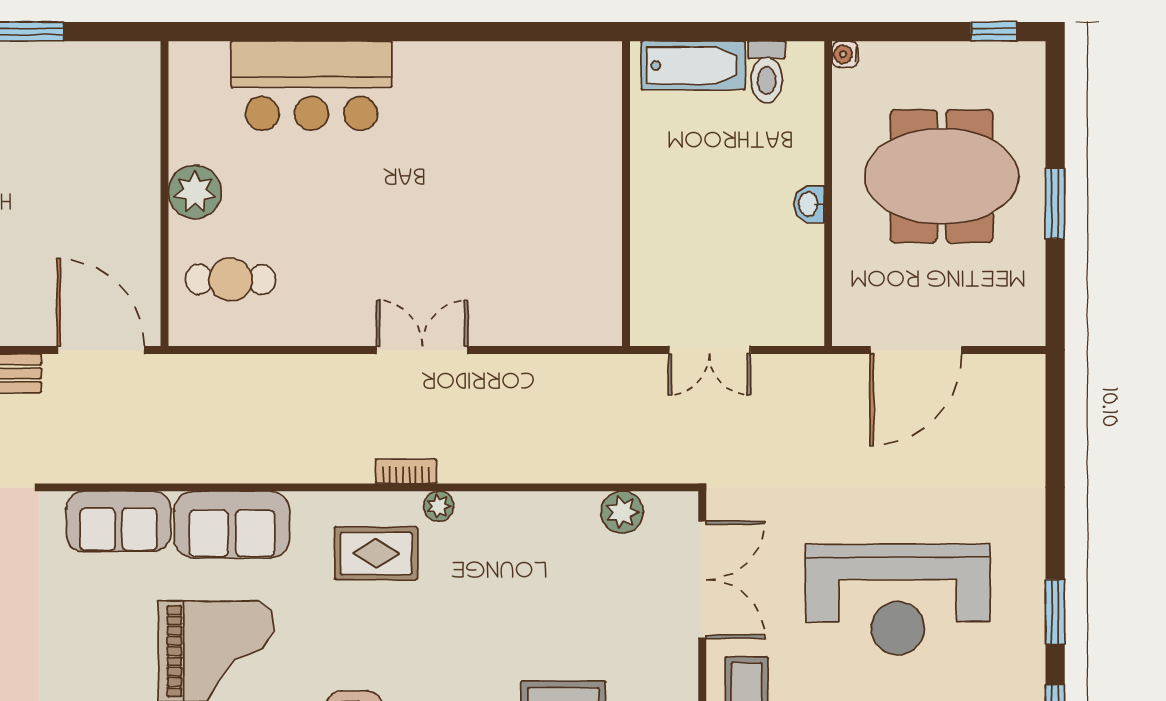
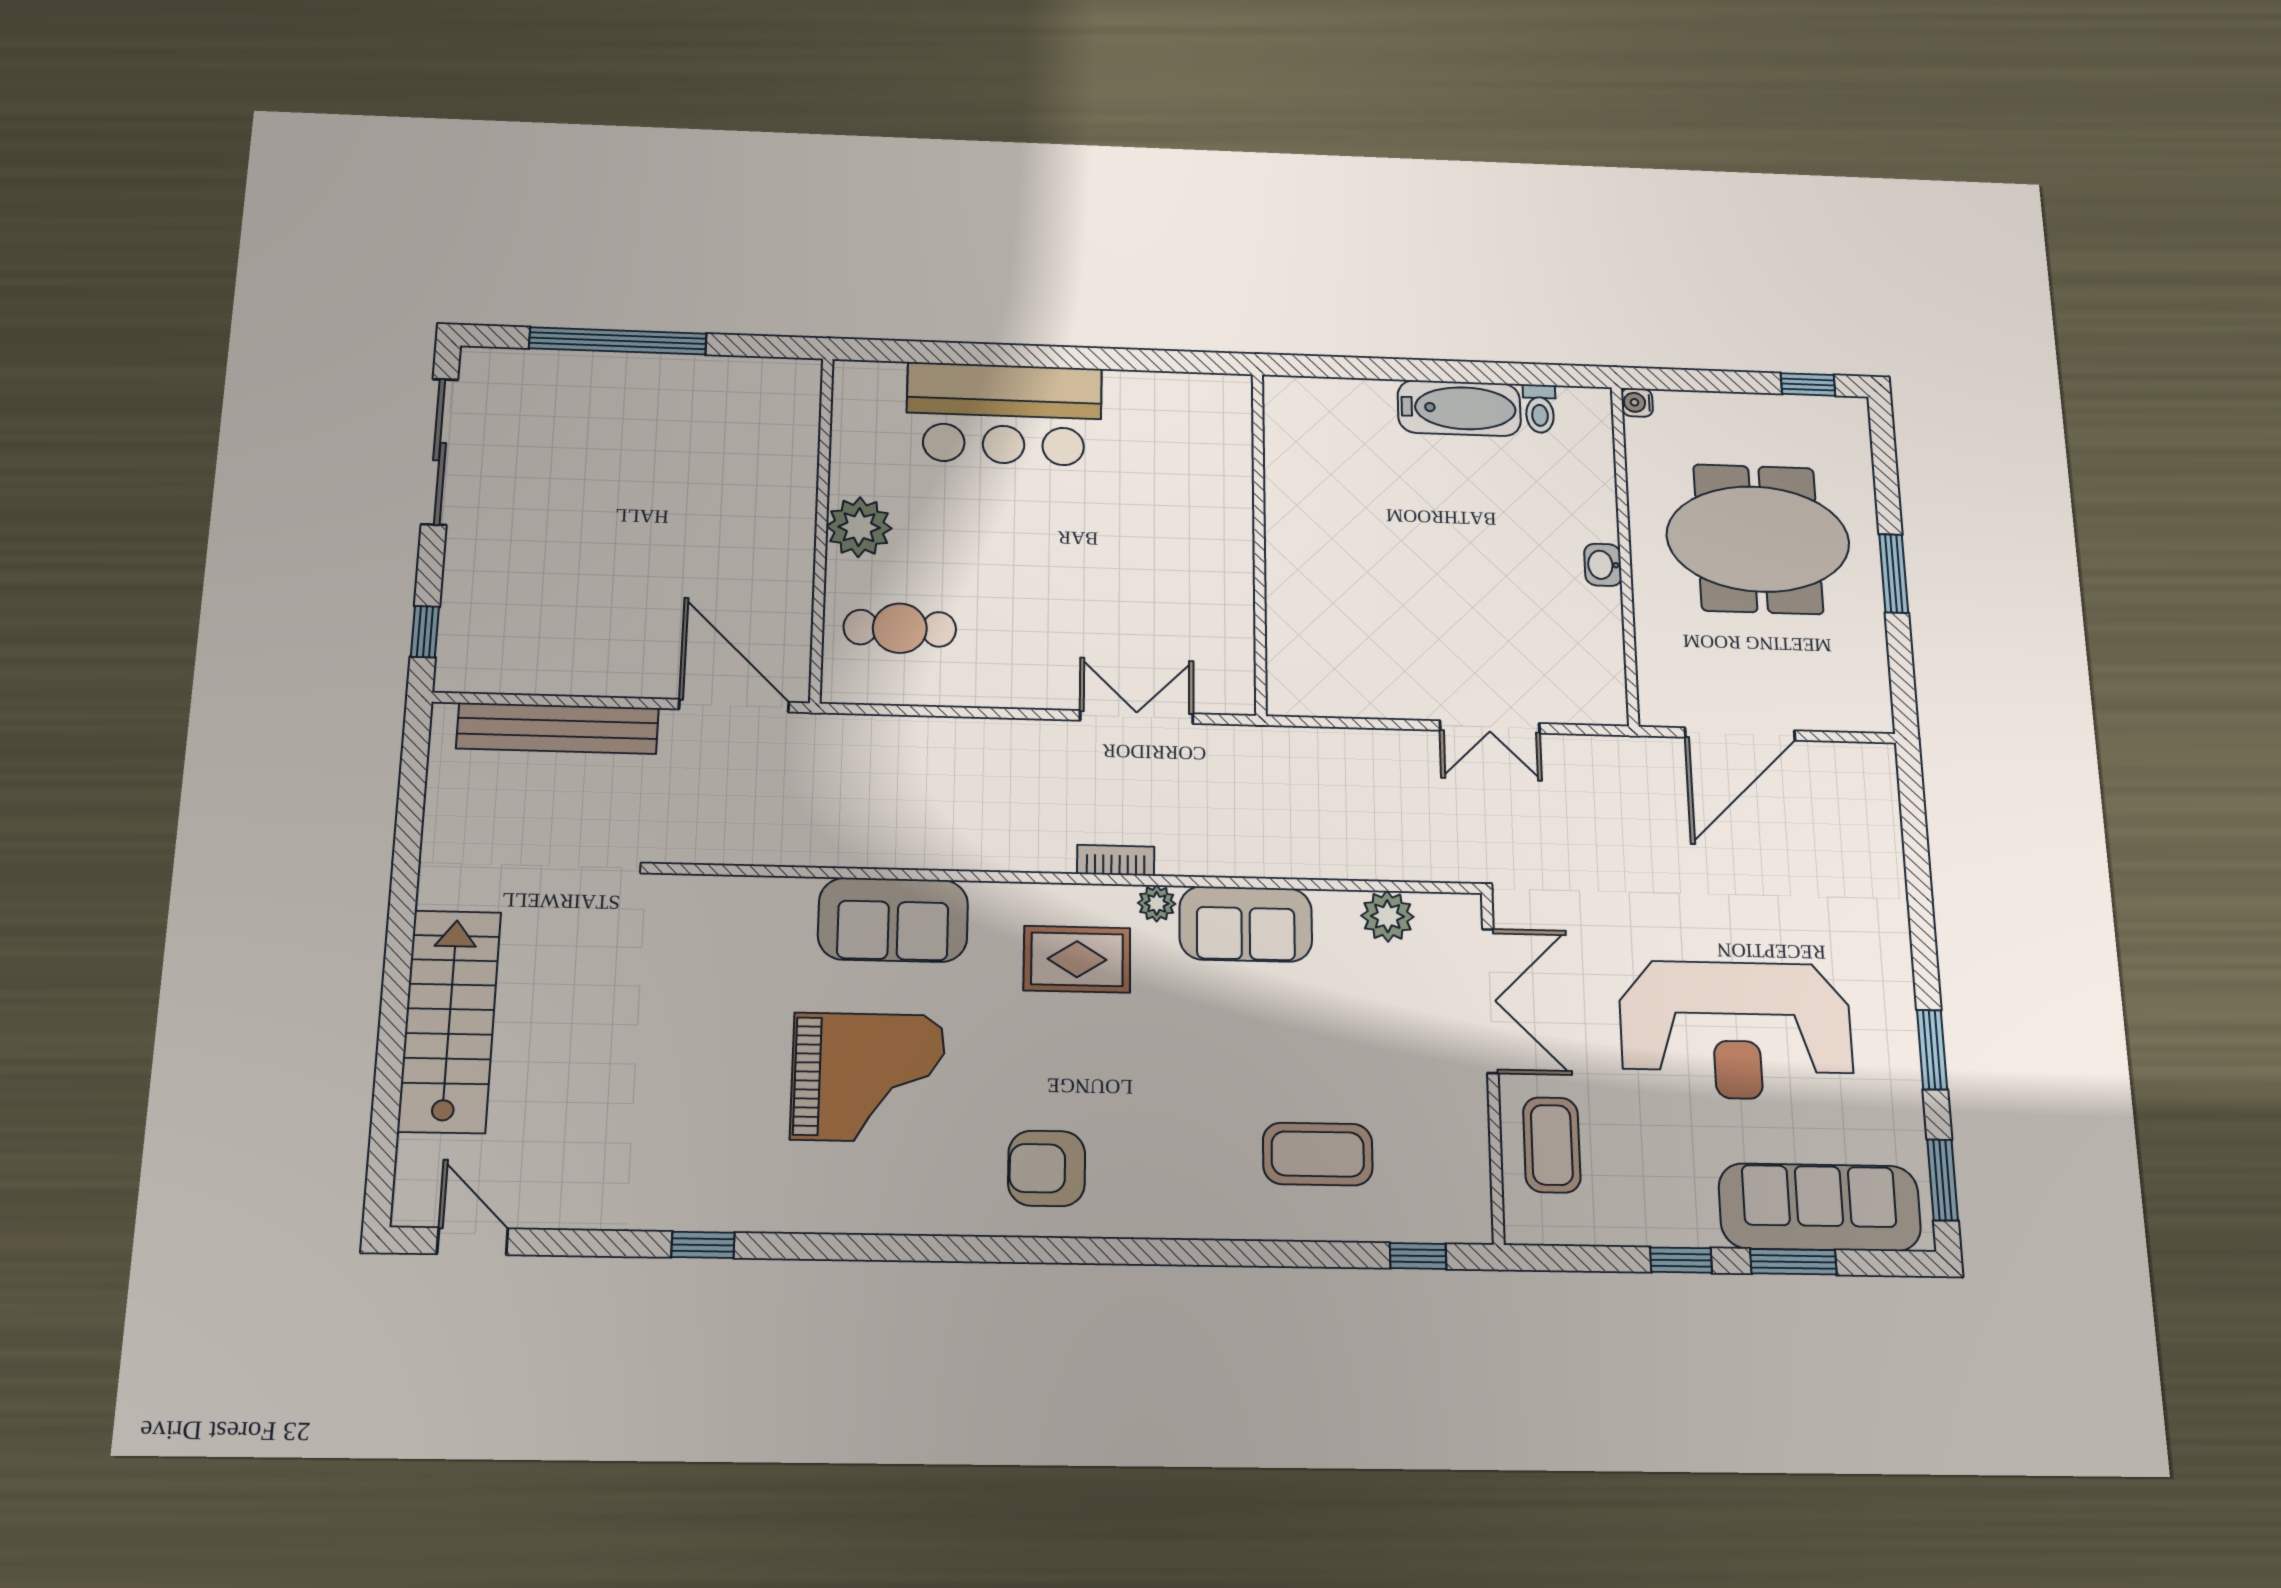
toilet: (767, 72) -> (1540, 409), width x0.73, depth x0.72
wall: (626, 194) -> (1259, 542), moved
sofa: (118, 521) -> (1246, 924), moved

